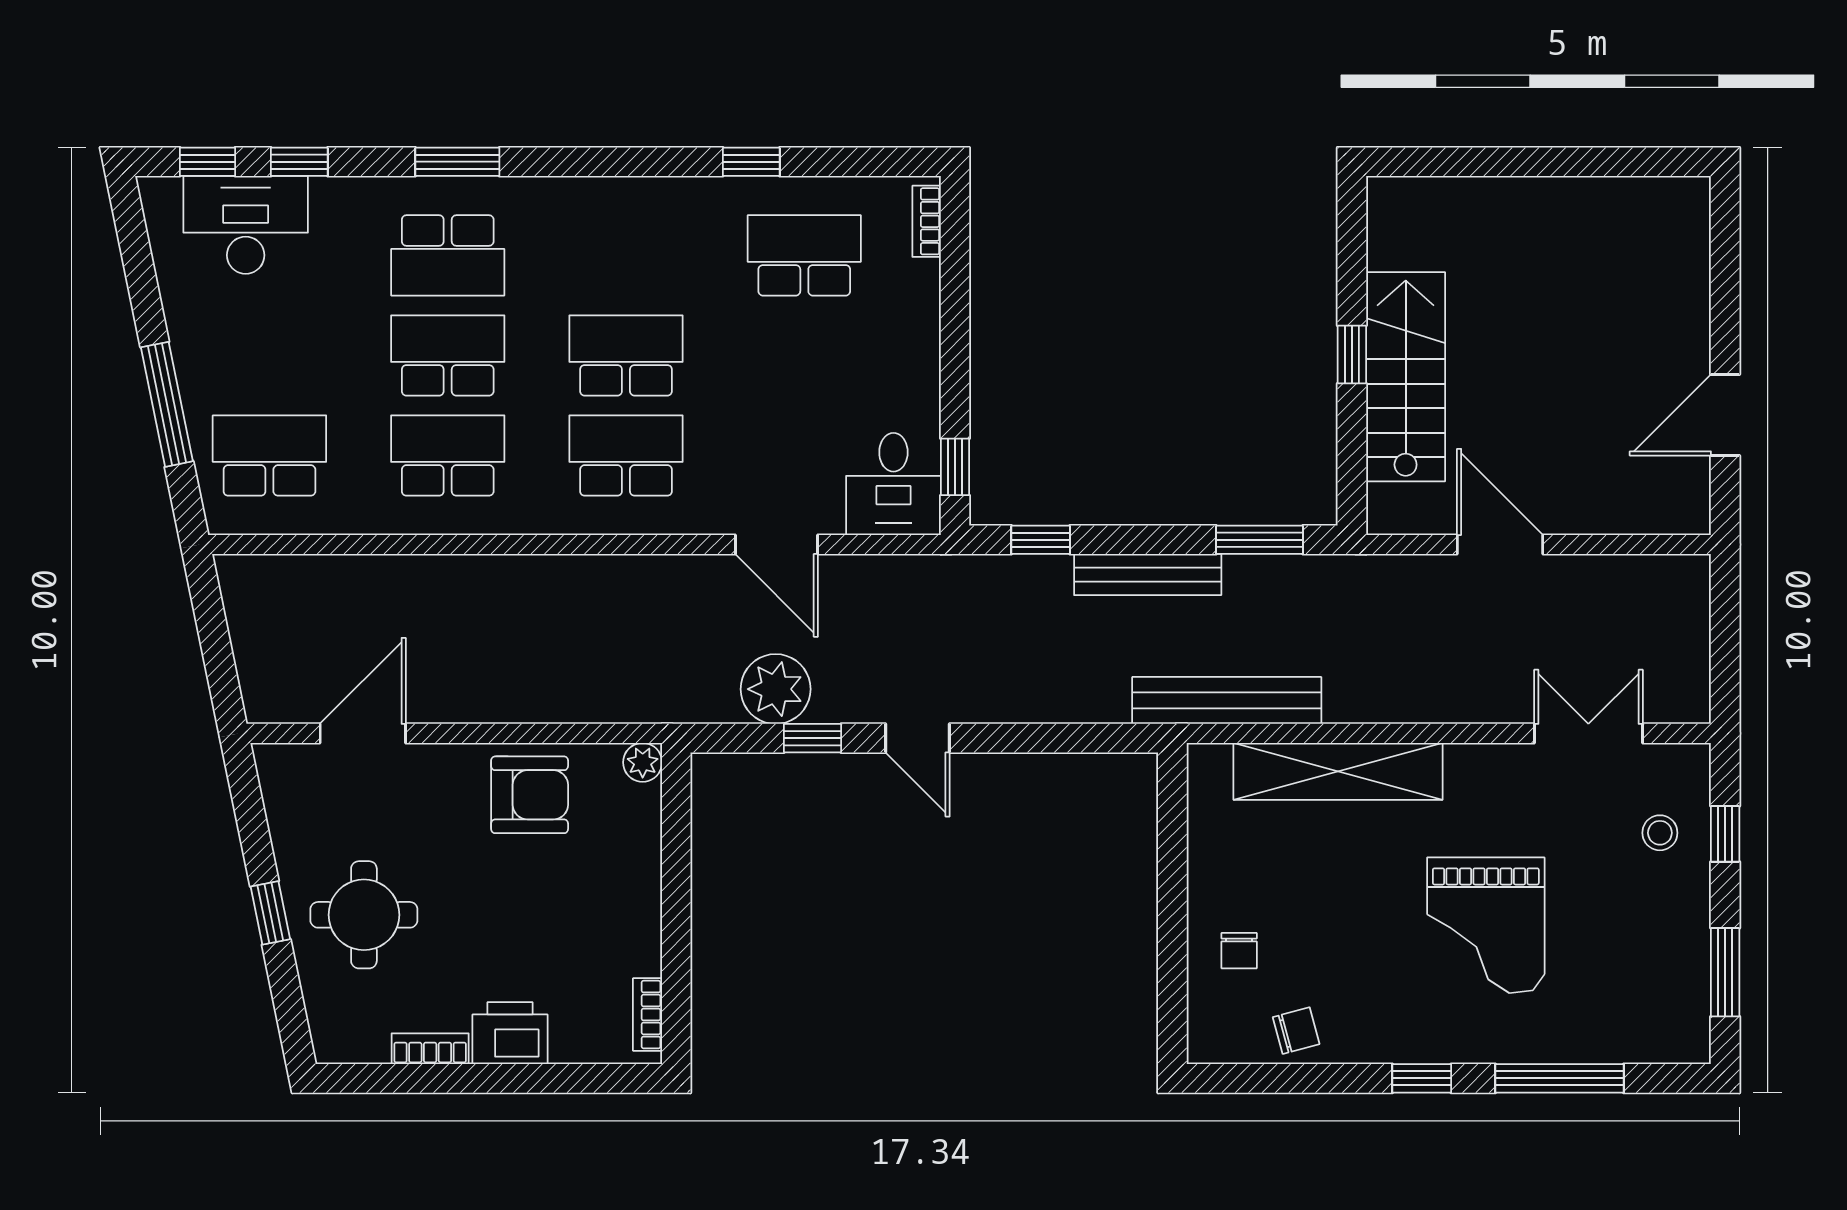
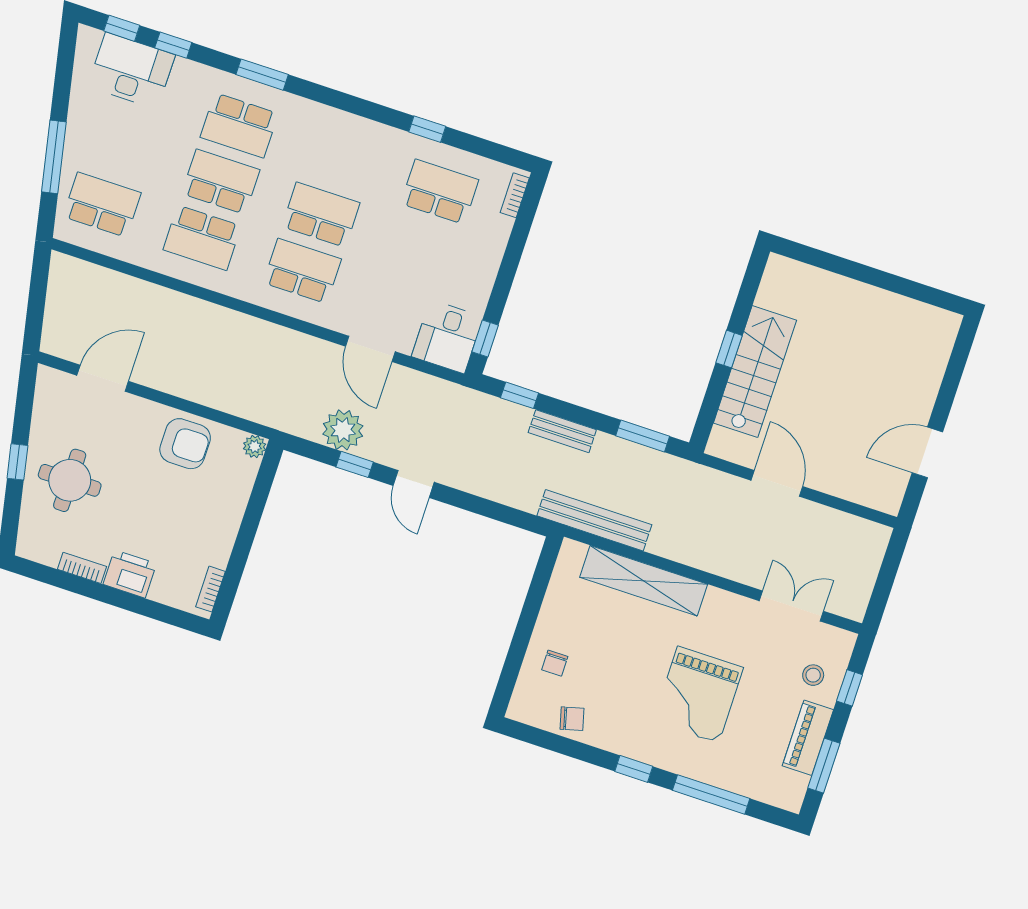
school desk: (448, 456) -> (202, 238), turned 180
bench: (1148, 575) -> (562, 431), width x0.73
piano: (1685, 936) -> (808, 738), added

